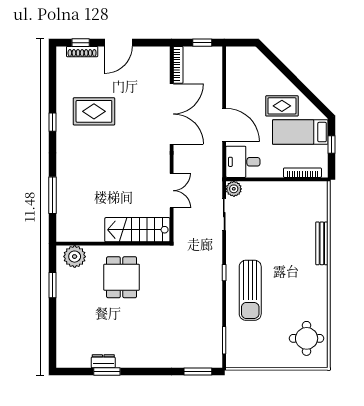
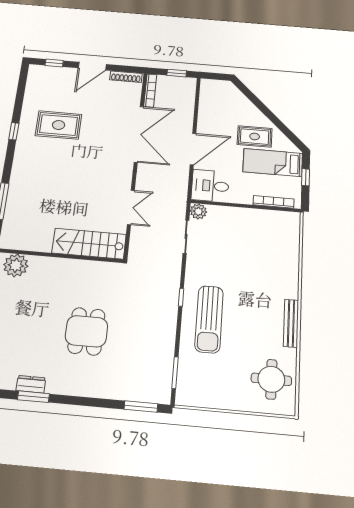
shoe rack: (82, 52) -> (126, 77), moved
door: (224, 125) -> (193, 149), hinge flipped
bench: (322, 243) -> (291, 323), moved
dining table: (122, 277) -> (86, 331), moved

